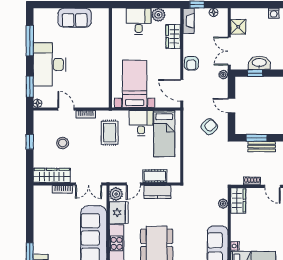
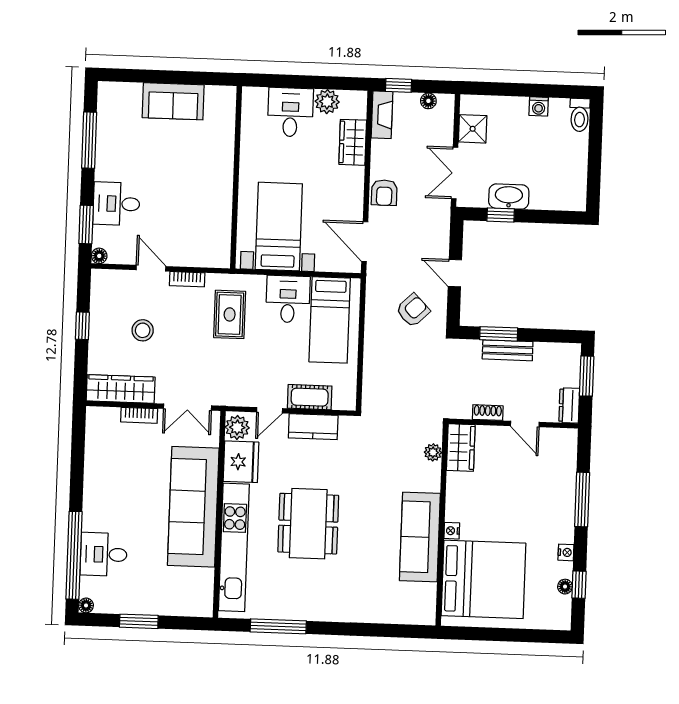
desk: (50, 64) -> (116, 204), width x0.53, depth x0.77
plant: (223, 75) -> (442, 215), removed

